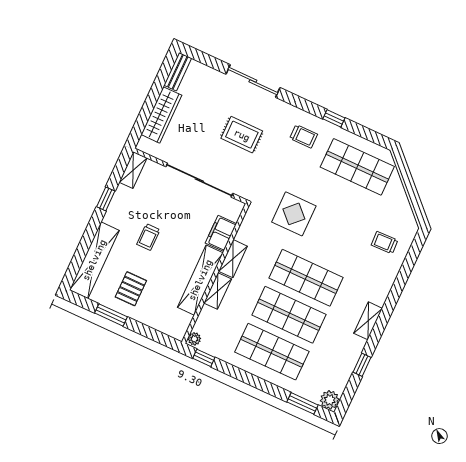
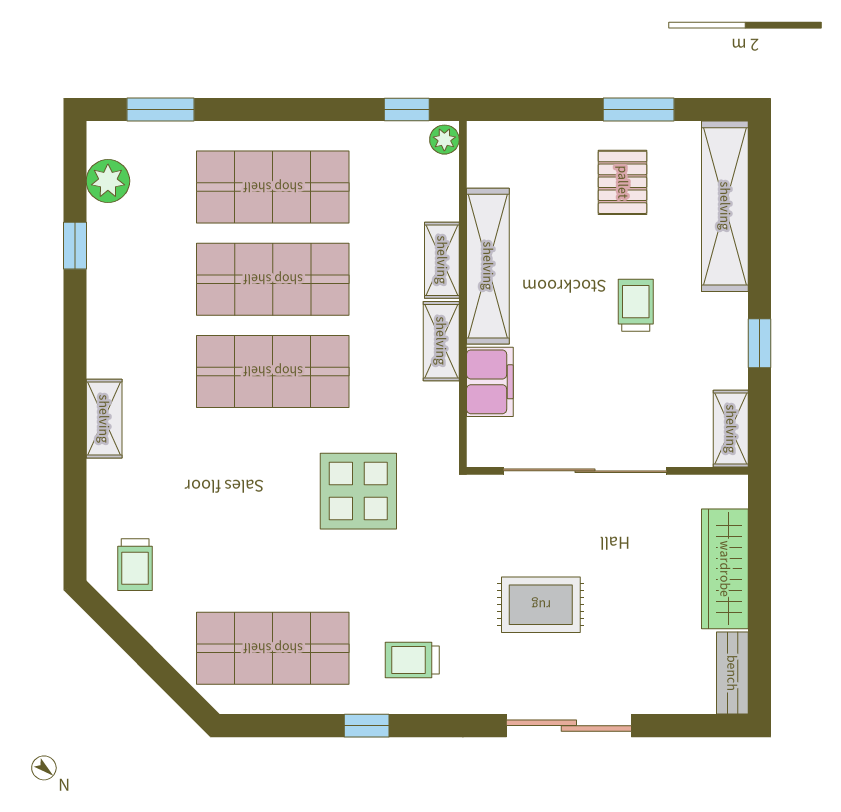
trolley: (385, 243) -> (135, 565), moved, turned 92
shelving: (368, 321) -> (104, 419), moved
plant: (330, 400) -> (108, 181), moved

